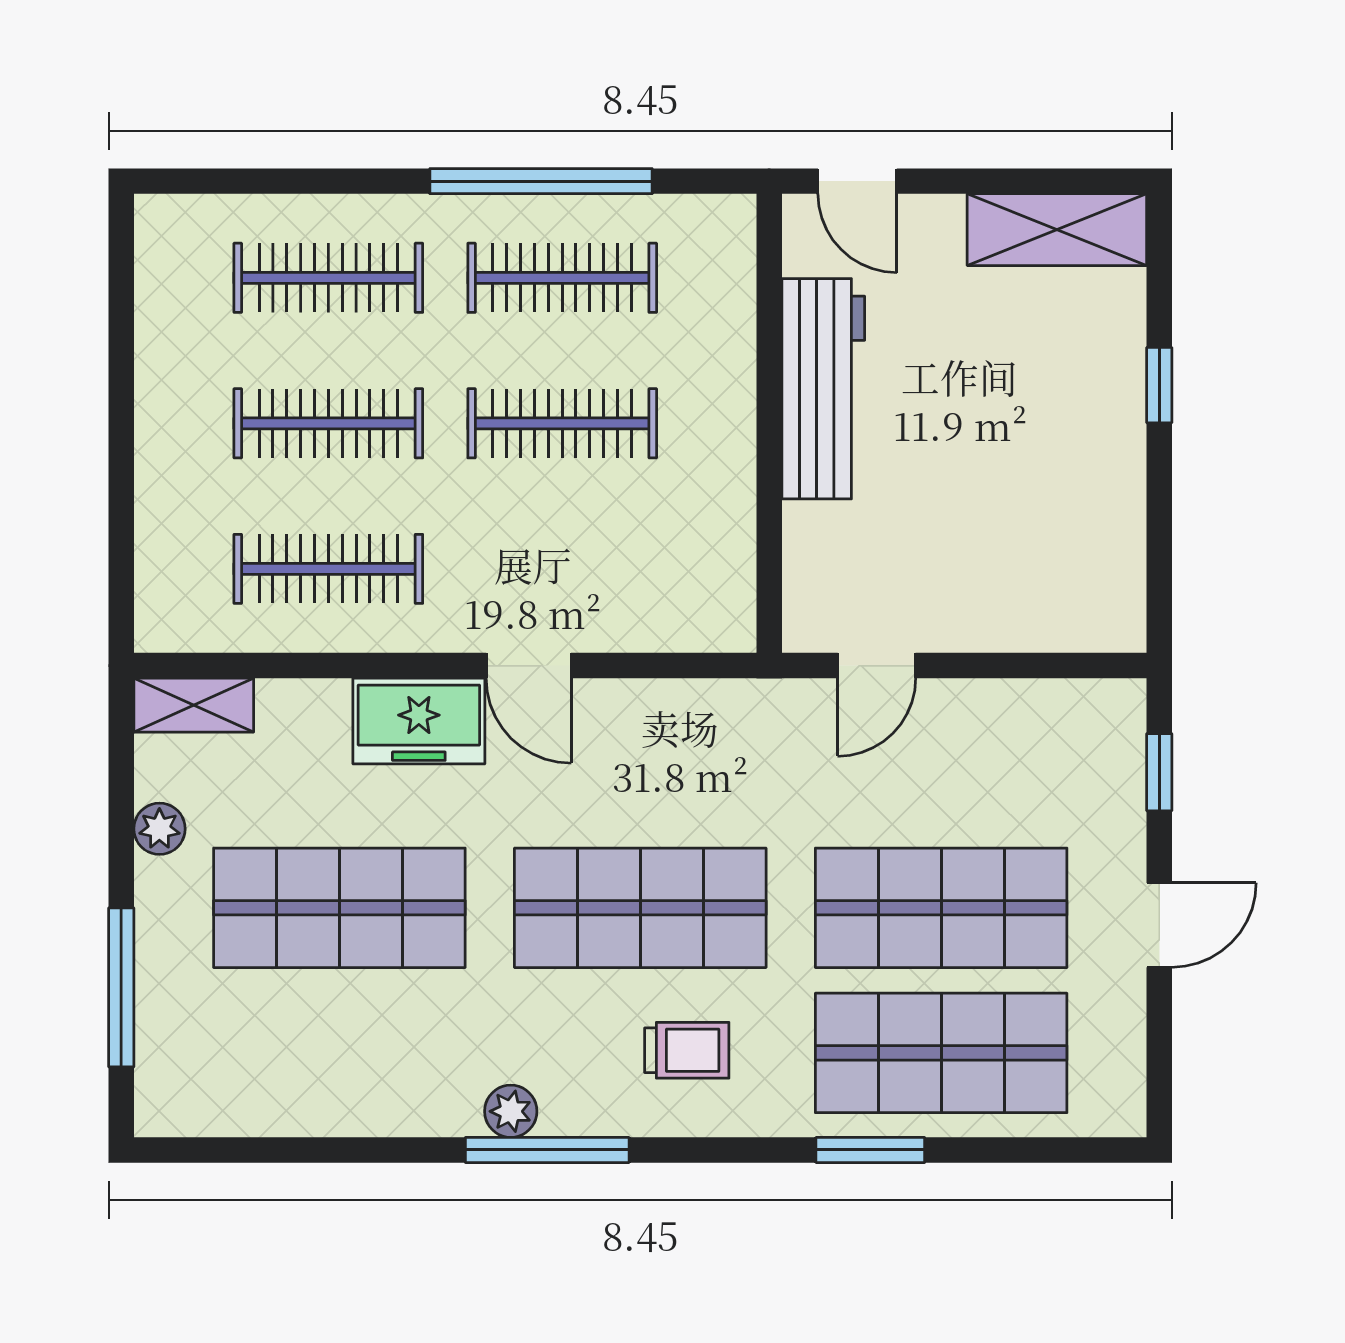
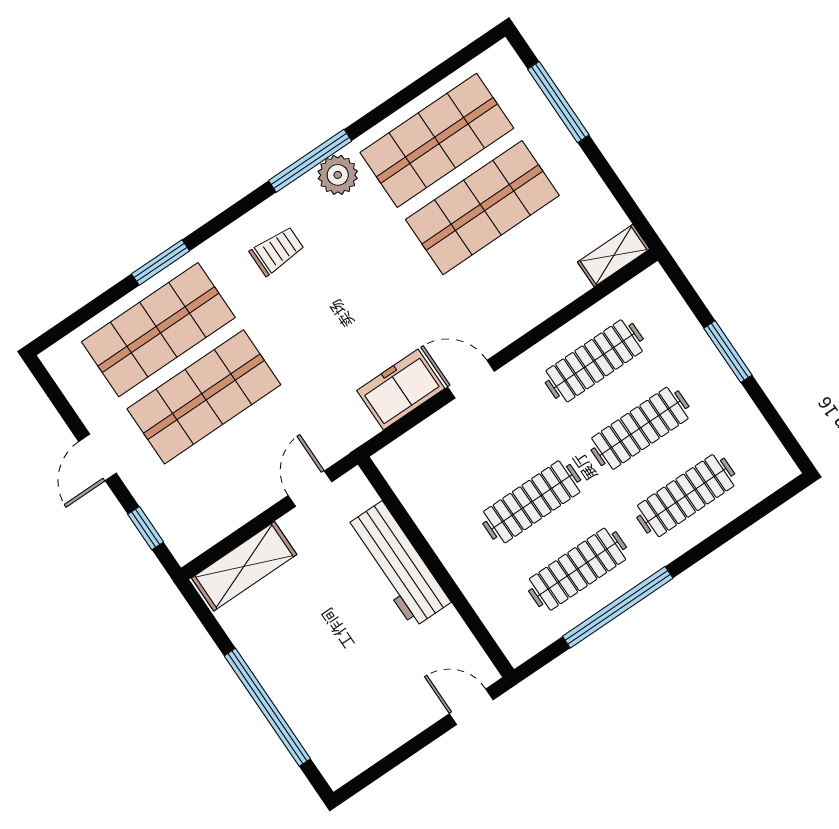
shelving: (1057, 230) -> (244, 566), moved
window: (1159, 385) -> (267, 707), width x3.17
workbench: (823, 389) -> (398, 564), moved
window: (121, 448) -> (728, 352), added
freezer: (419, 721) -> (401, 389), moved
plant: (159, 829) -> (591, 188), removed
shop shelf: (640, 908) -> (437, 140), moved
trolley: (687, 1050) -> (277, 251), turned 180
plant: (511, 1111) -> (338, 175), width x1.38, depth x1.38

